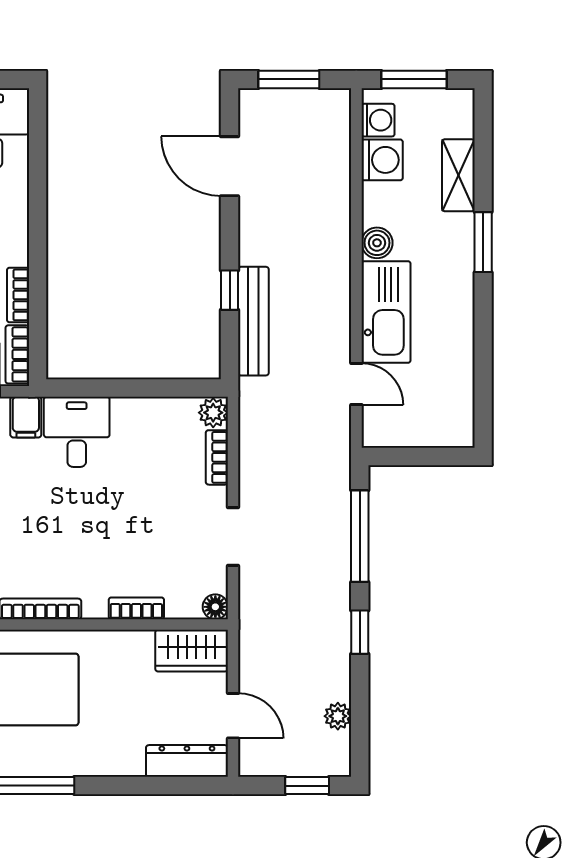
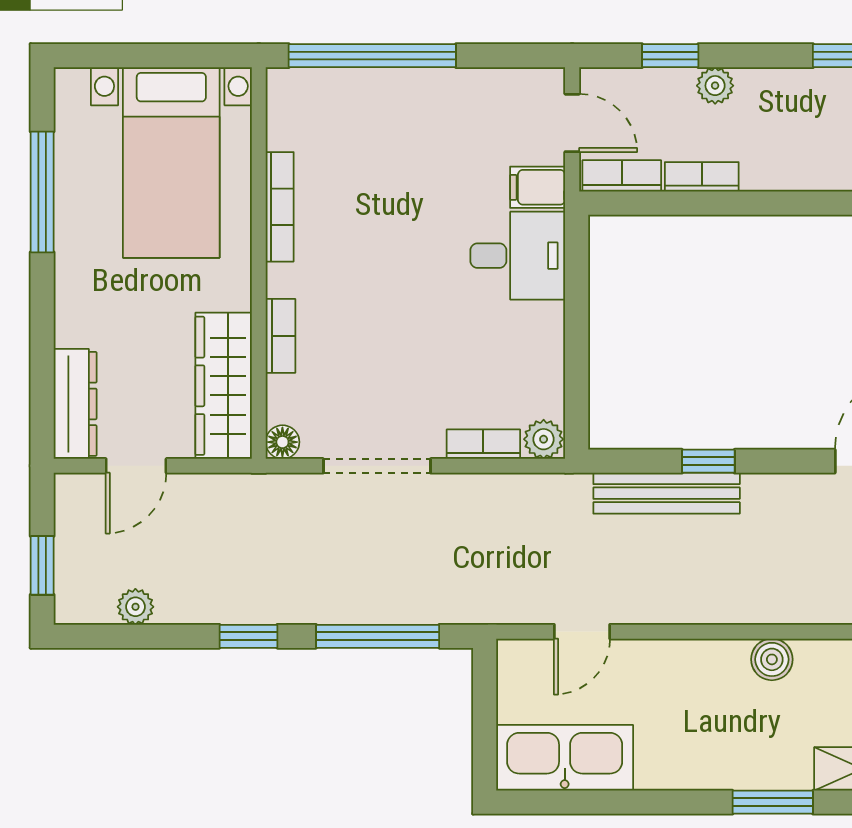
kitchen sink: (386, 312) -> (565, 758), moved, turned 180
doorway: (233, 537) -> (377, 466), width x1.38
wardrobe: (192, 651) -> (224, 386), width x1.50

